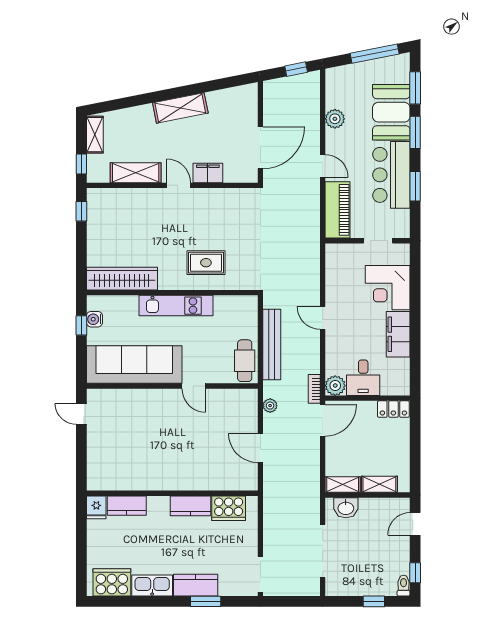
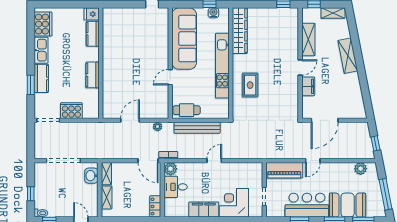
shelving: (180, 108) -> (348, 56), moved
plant: (335, 119) -> (361, 169), moved
door: (260, 148) -> (325, 120), hinge flipped
kitchen unit: (176, 306) -> (222, 66), width x1.36
cooker: (229, 508) -> (71, 111), moved, turned 90

